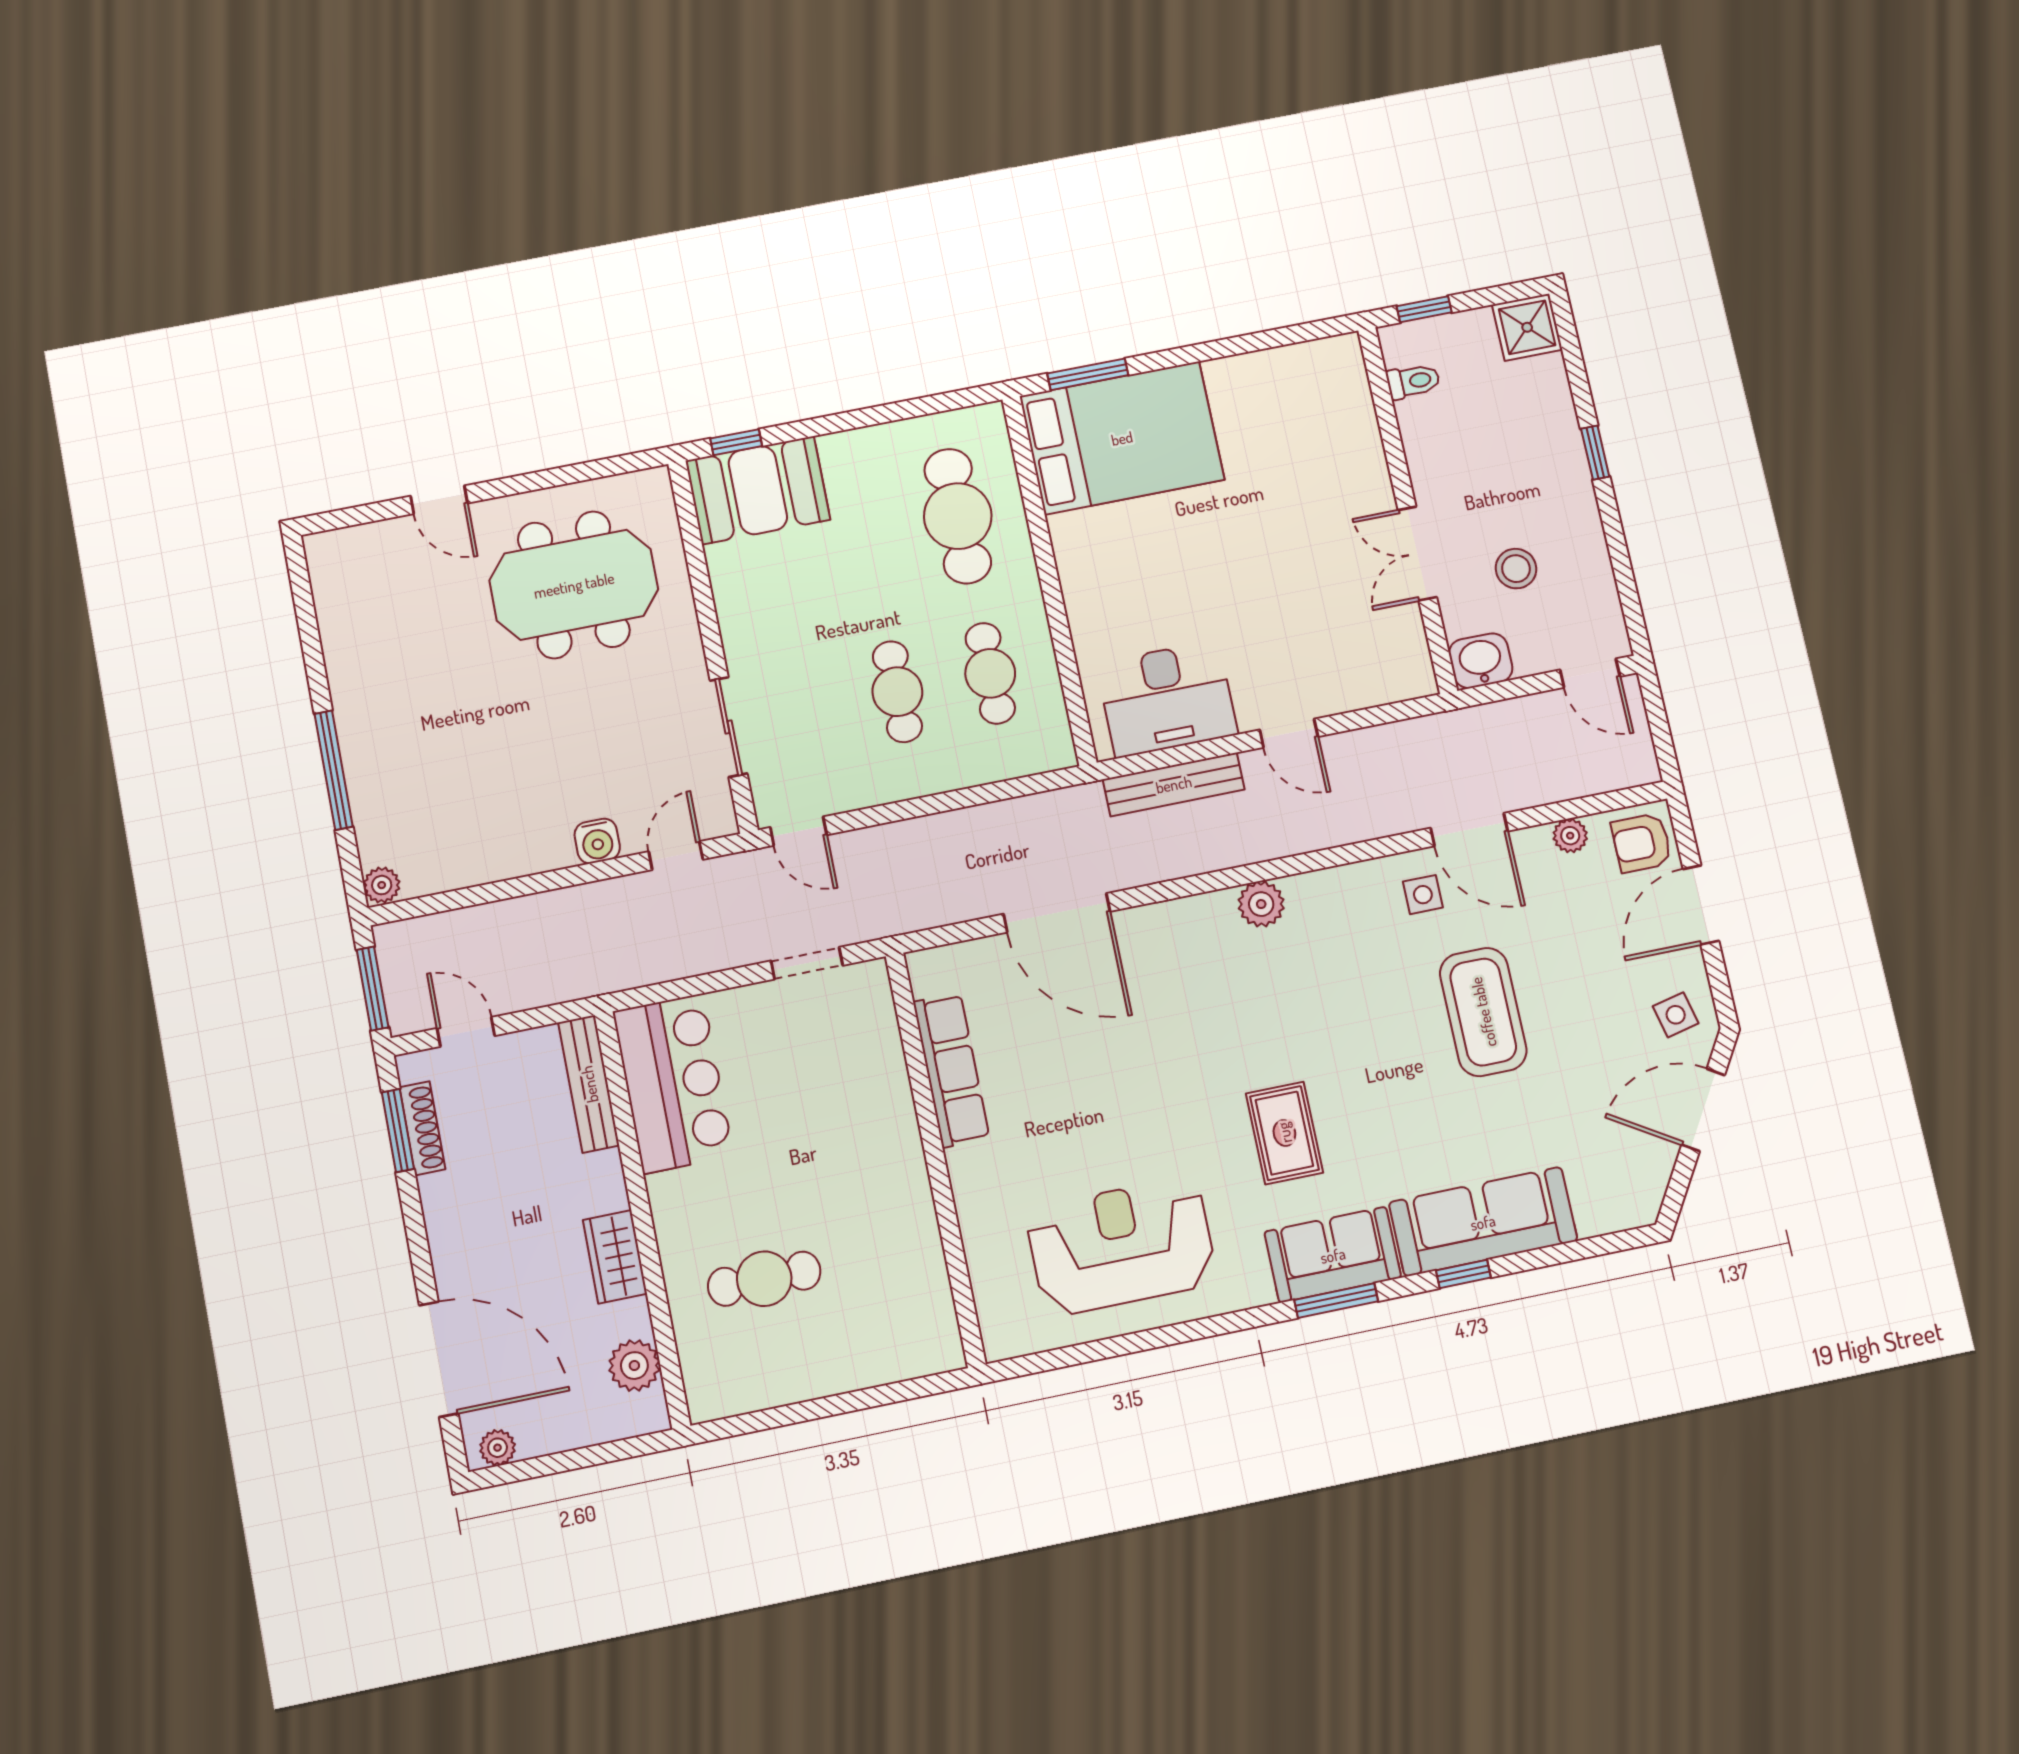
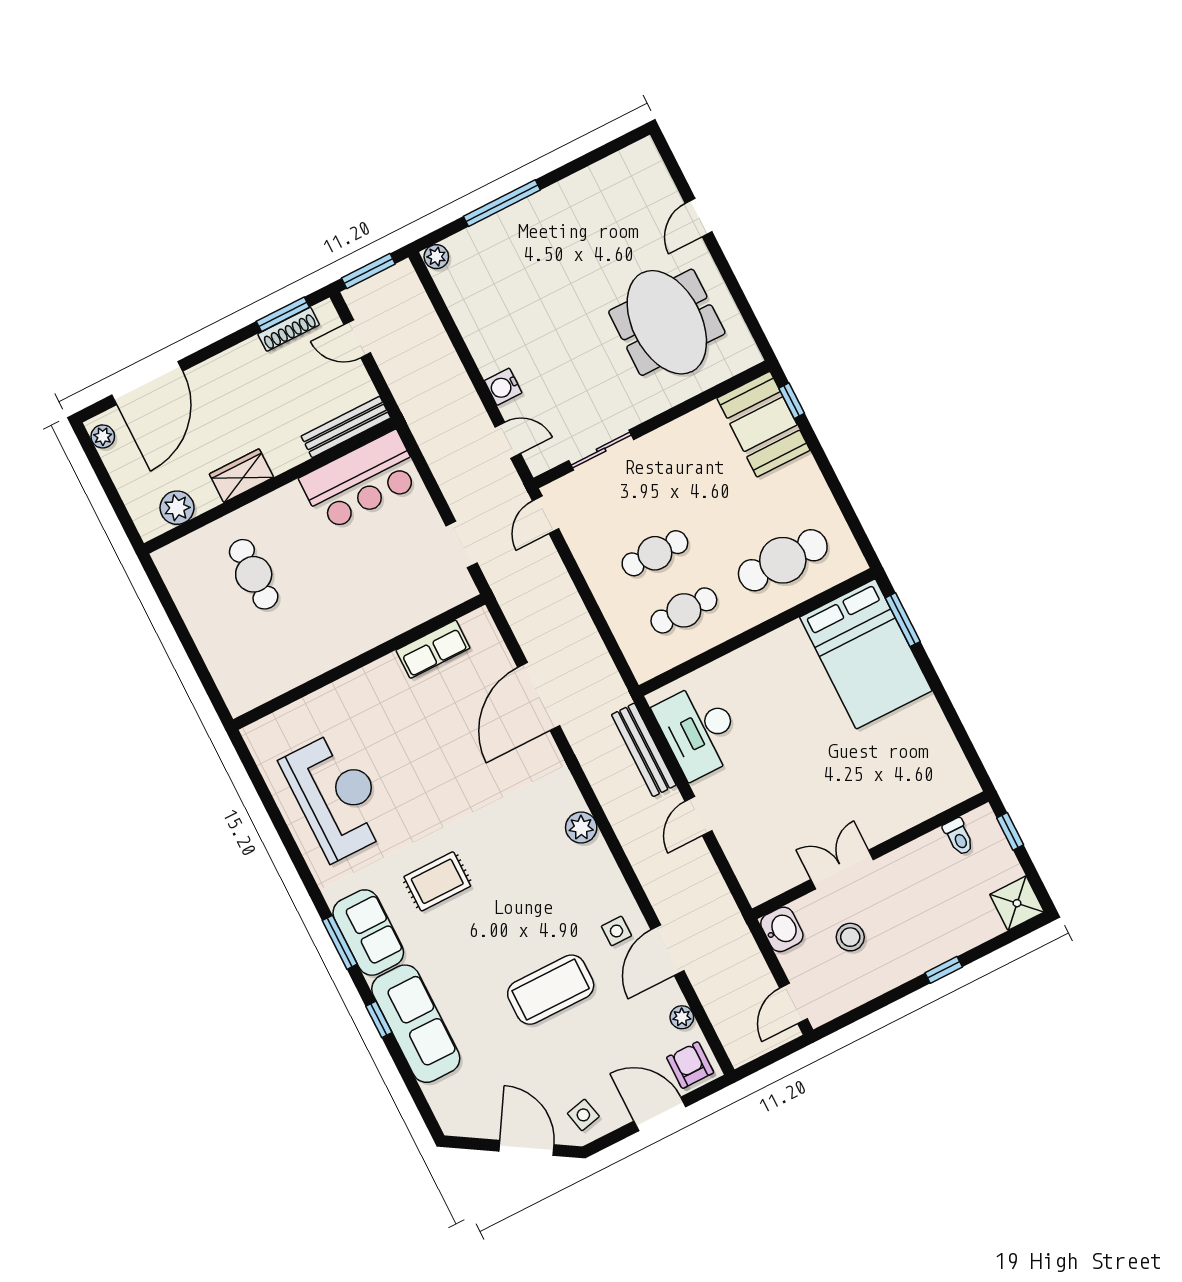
door: (466, 1032) -> (357, 339), swing flipped
row of seats: (951, 1070) -> (433, 649), width x0.68

